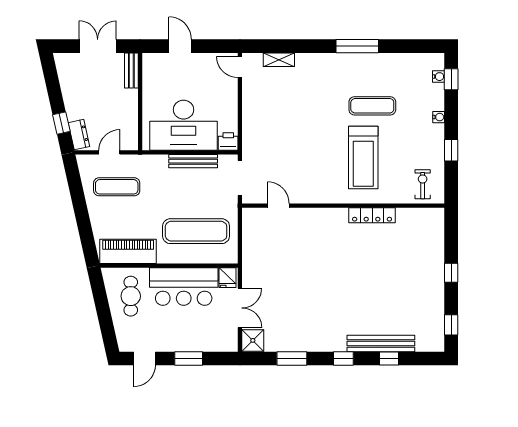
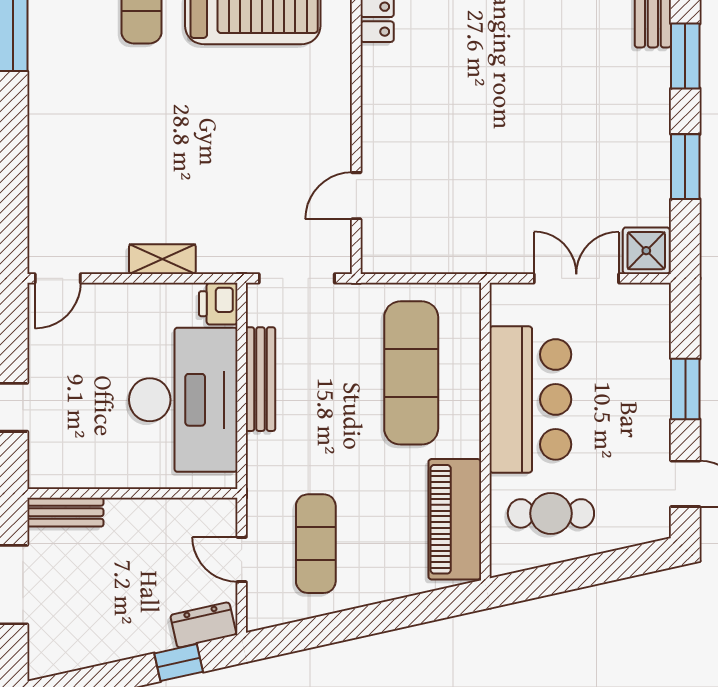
shelving: (279, 60) -> (162, 259), moved, turned 90
fridge: (227, 278) -> (511, 305), removed
window: (343, 359) -> (685, 56), width x1.50

